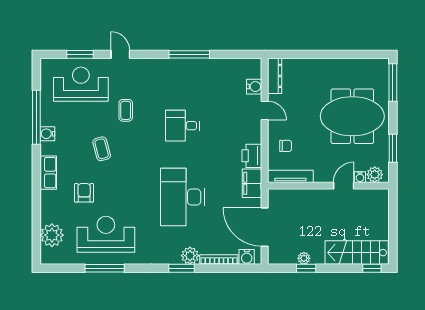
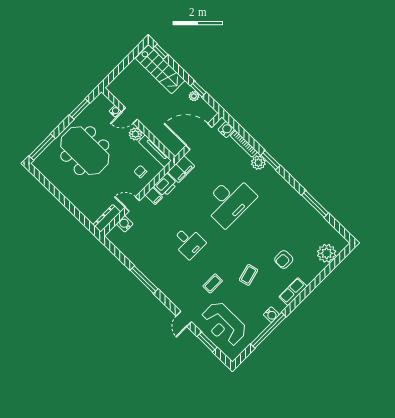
door: (265, 110) -> (132, 204), hinge flipped
filing cabinet: (253, 136) -> (154, 196), added
plant: (375, 175) -> (135, 134), moved
door: (265, 227) -> (199, 136), swing flipped
reception desk: (106, 234) -> (295, 223), removed

